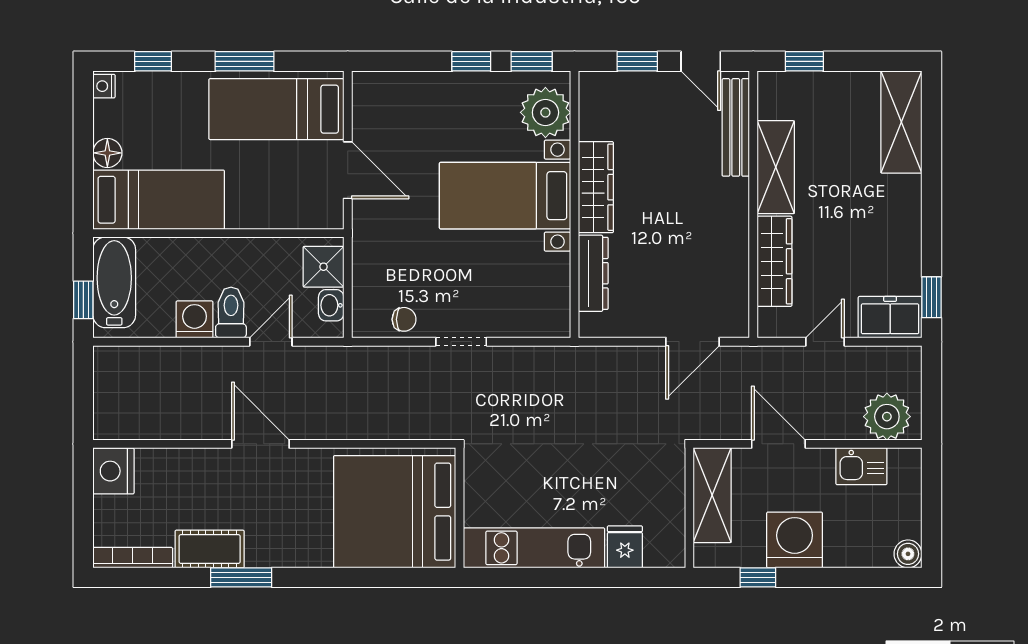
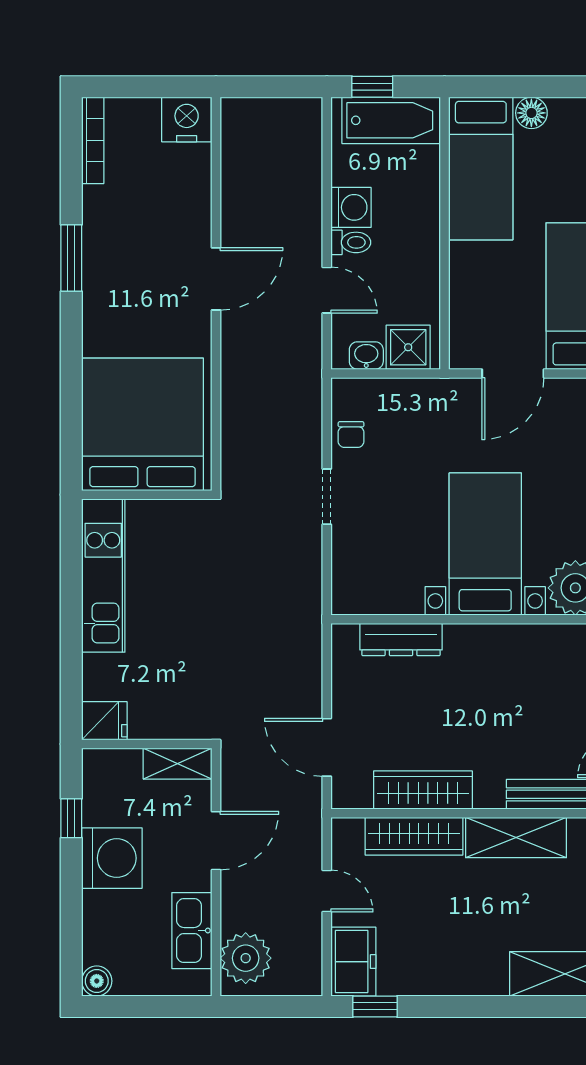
wardrobe: (596, 187) -> (423, 790), moved, turned 180
toilet: (231, 312) -> (351, 242), width x0.73, depth x0.72
kitchen sink: (861, 466) -> (192, 931), width x1.38
shelving: (712, 495) -> (178, 764), width x0.67, depth x0.75
fridge: (625, 547) -> (104, 721), moved
cot: (210, 549) -> (102, 224), removed

